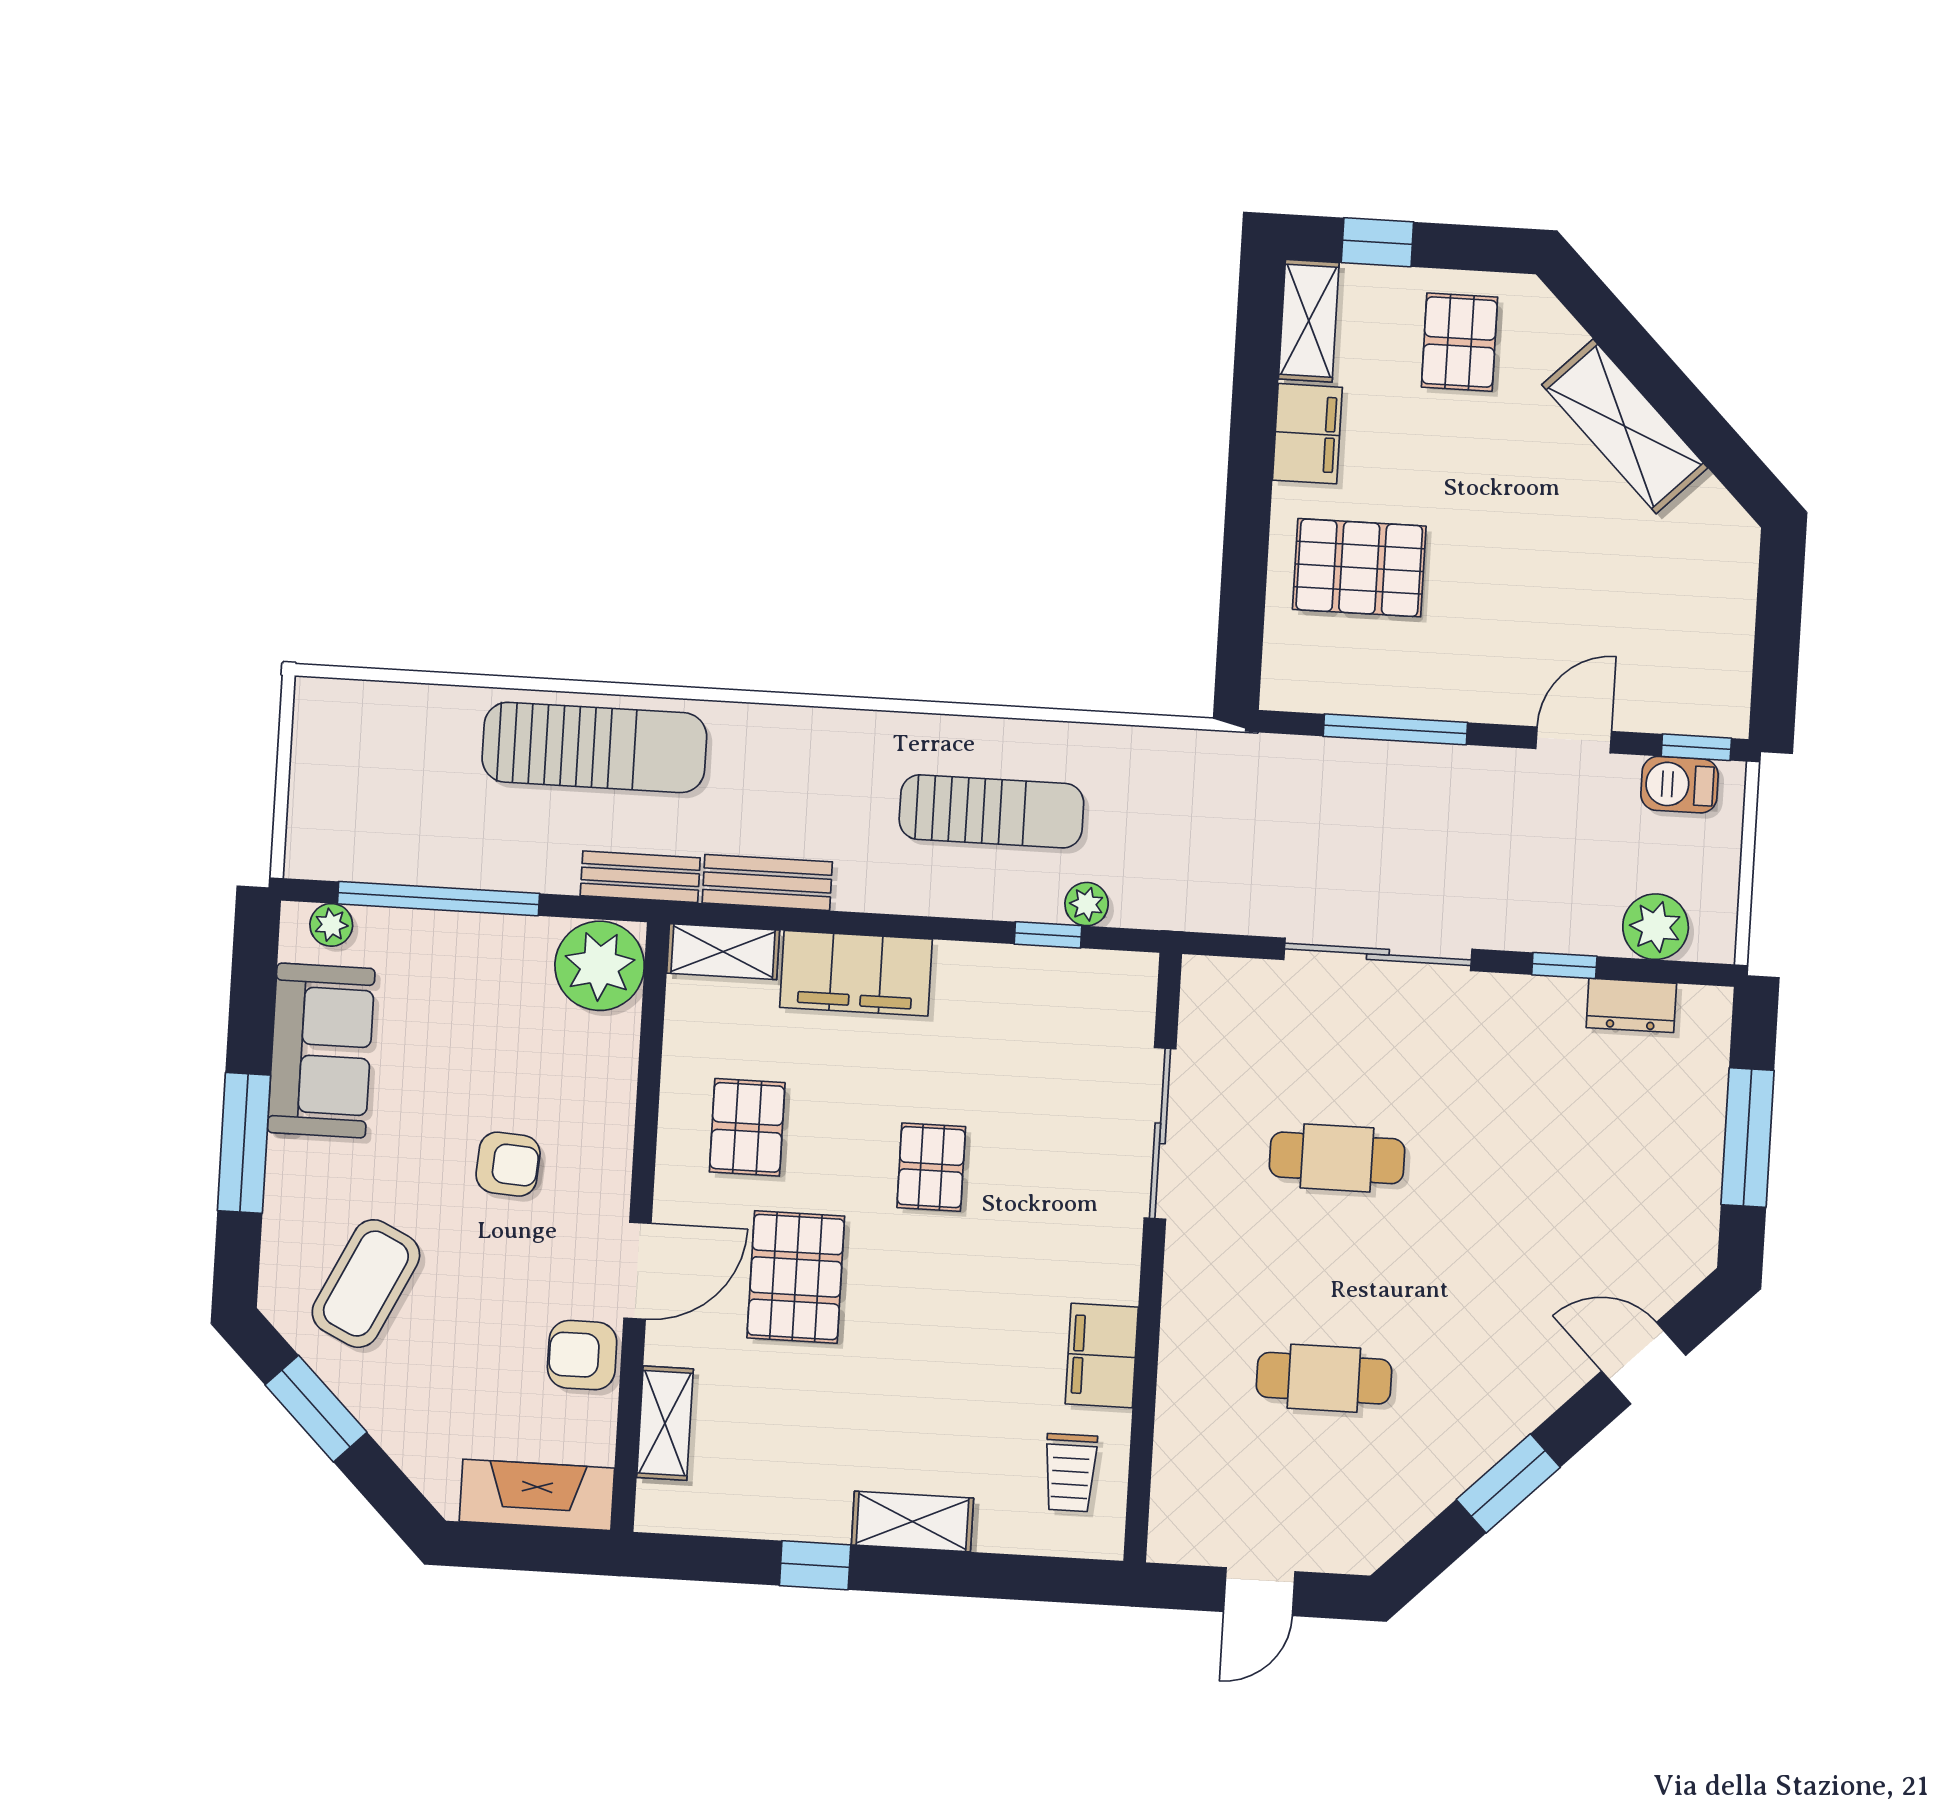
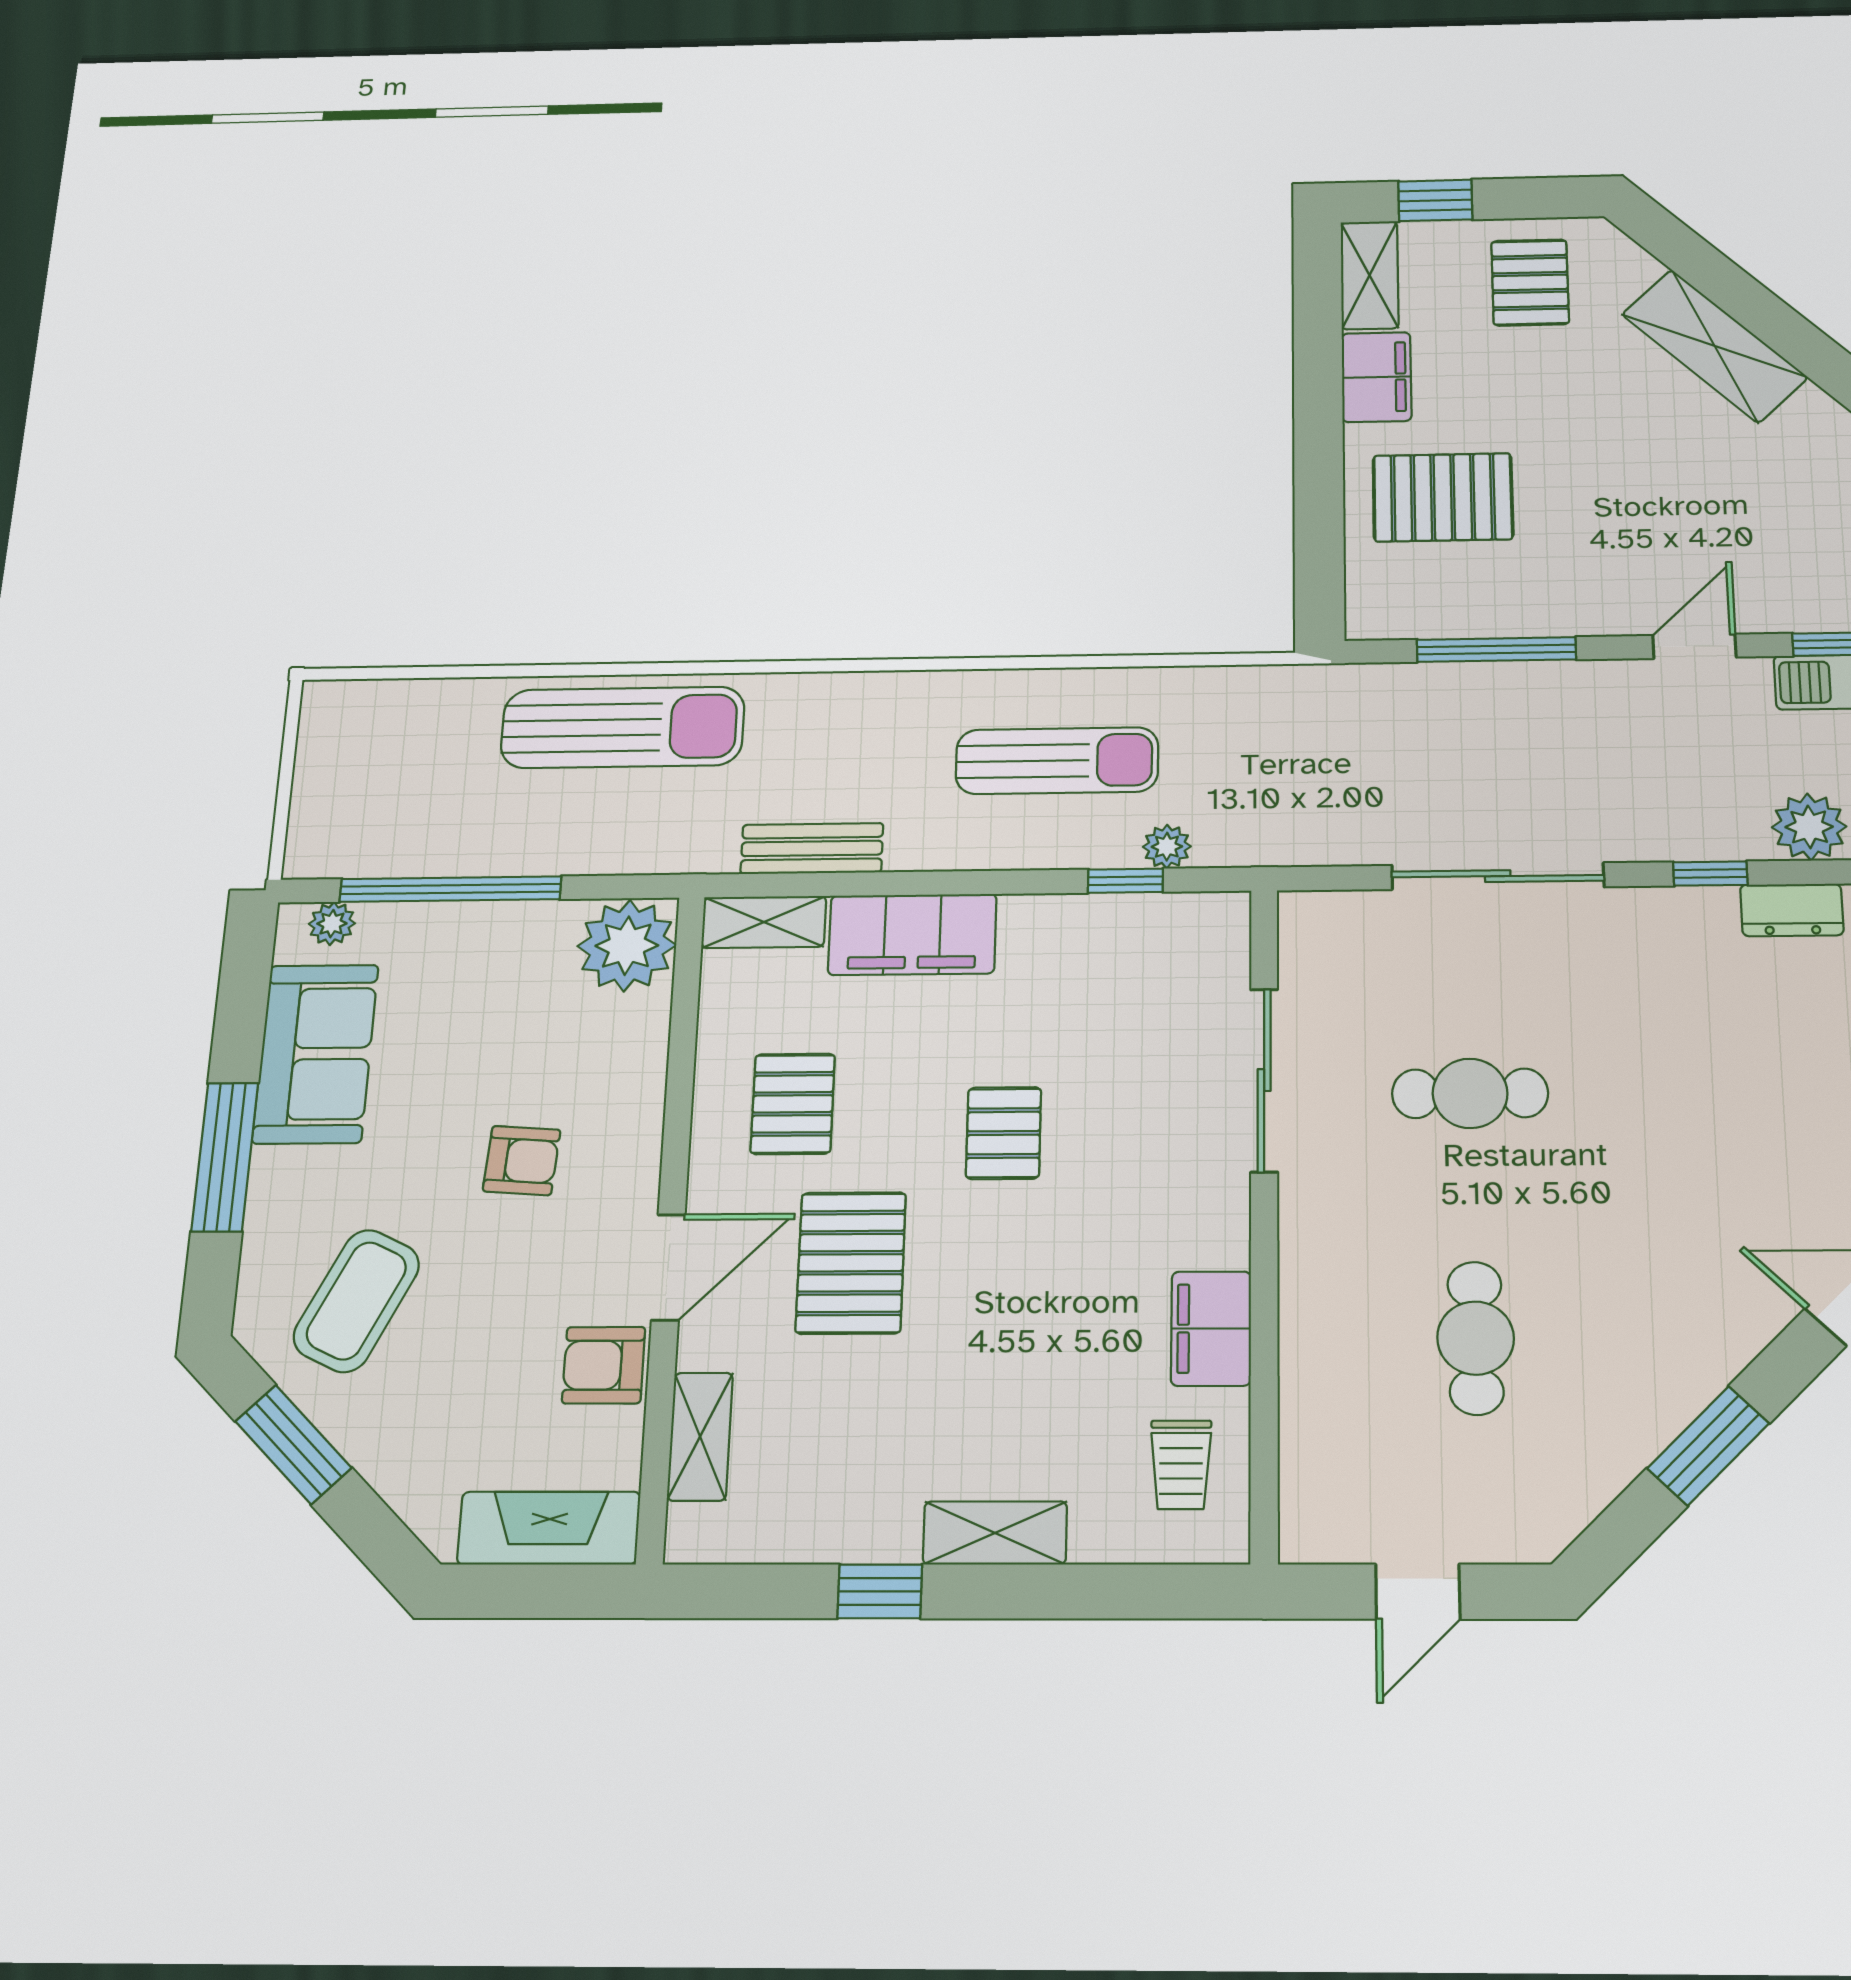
bench: (640, 877) -> (672, 852), removed
cafe table: (1324, 1378) -> (1476, 1338), turned 90

